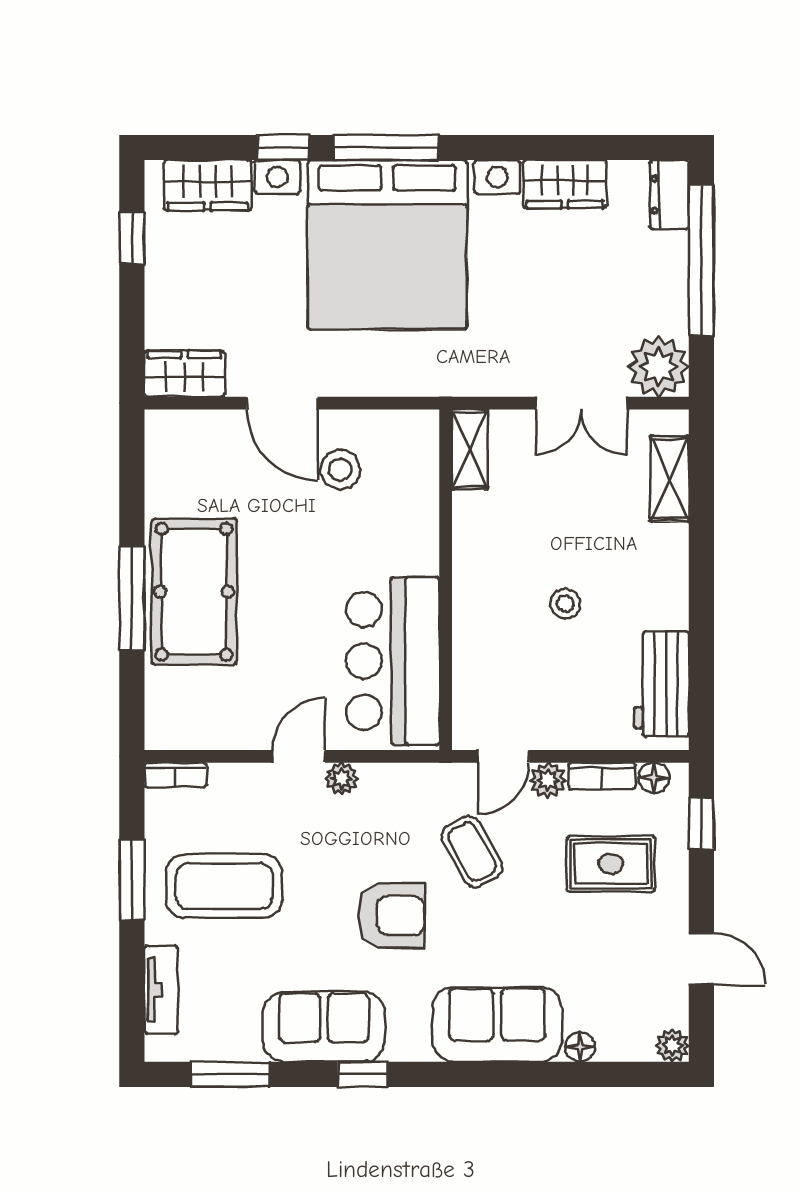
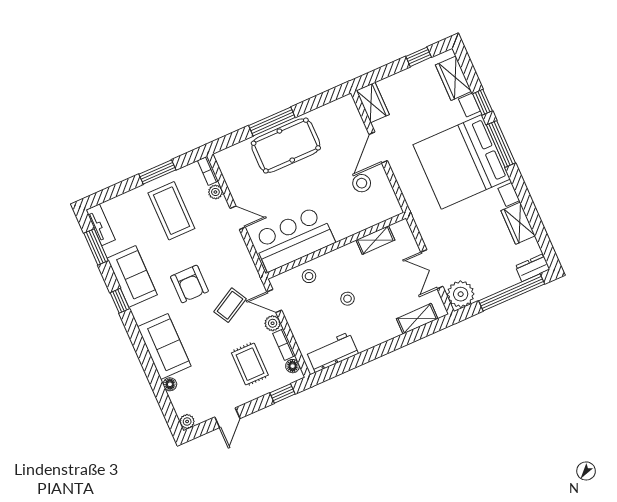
shelving: (470, 449) -> (375, 240), moved
stool: (484, 663) -> (309, 276), added
plant: (342, 779) -> (215, 192), moved
tv unit: (161, 990) -> (101, 225), moved, turned -90

